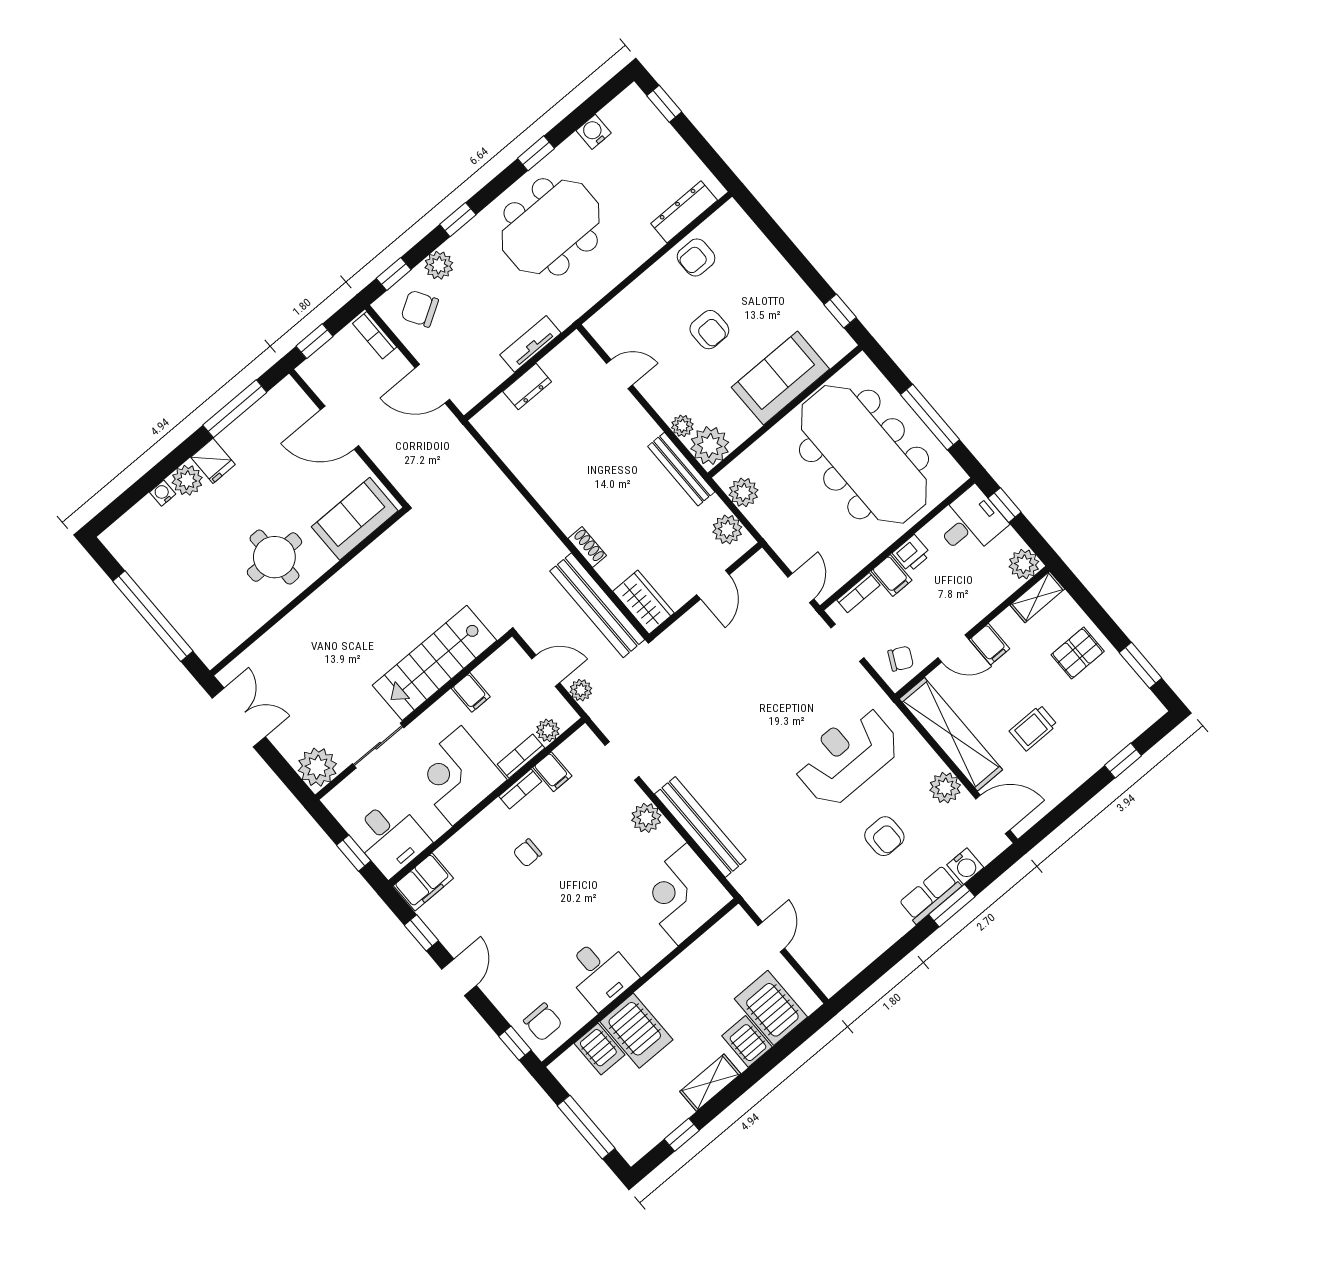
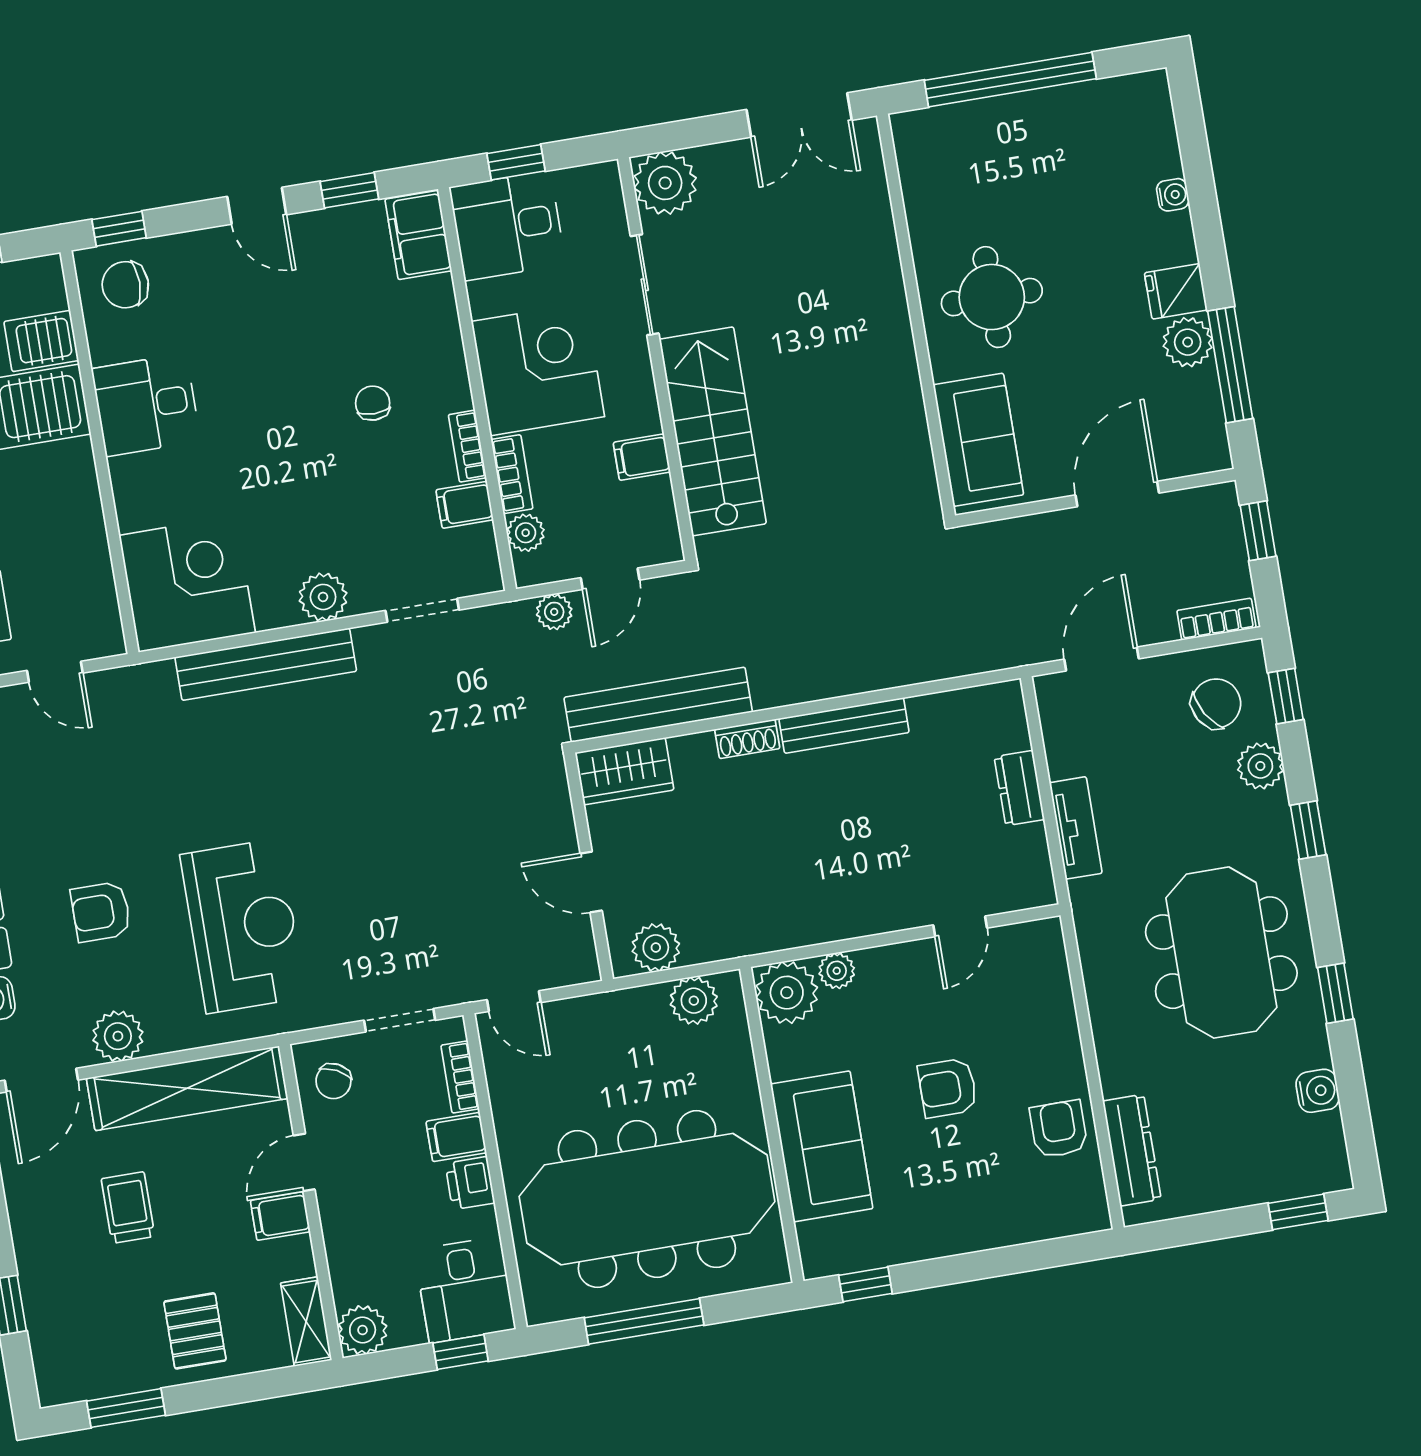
bench: (681, 469) -> (844, 726), moved
plant: (187, 480) -> (1188, 342), moved

